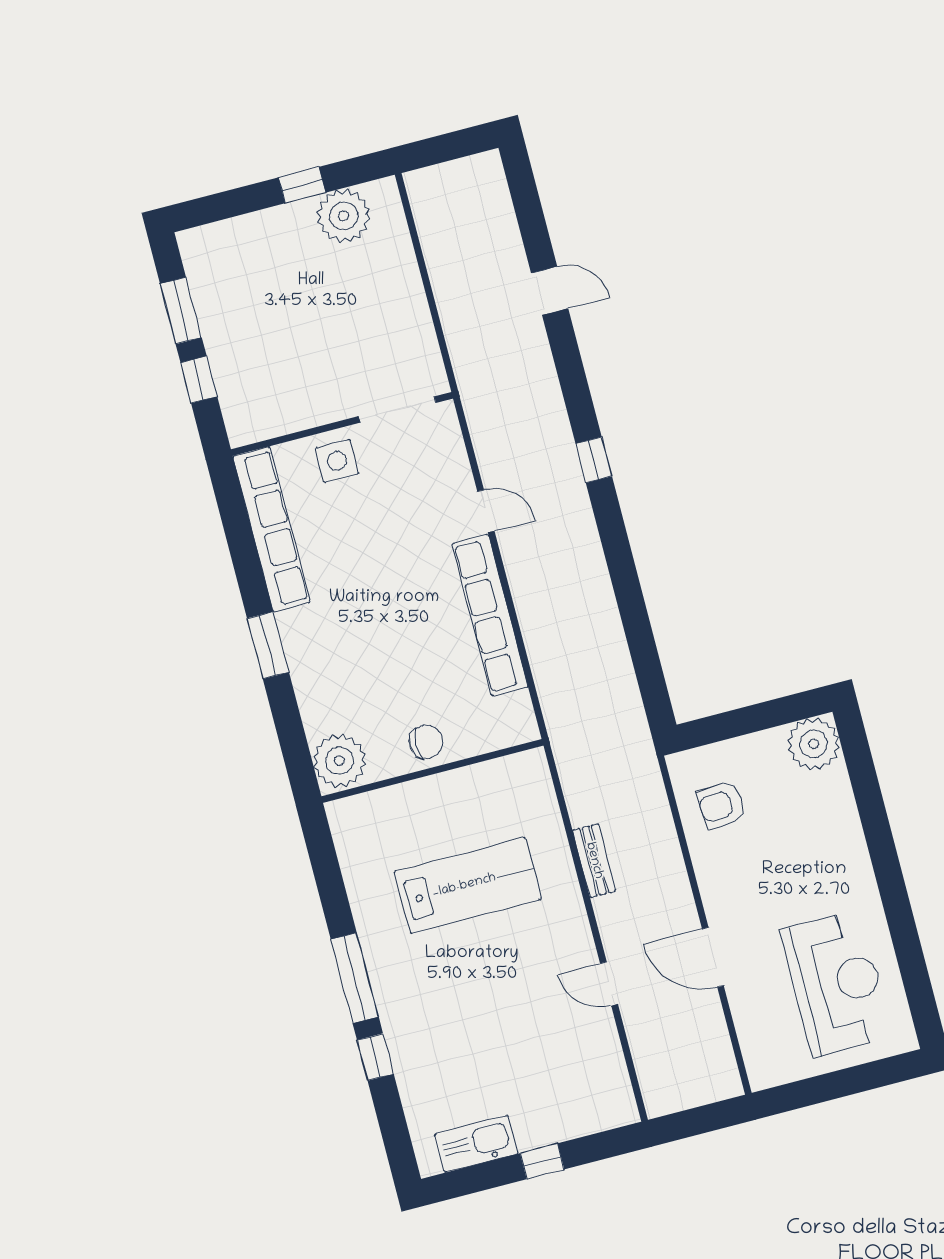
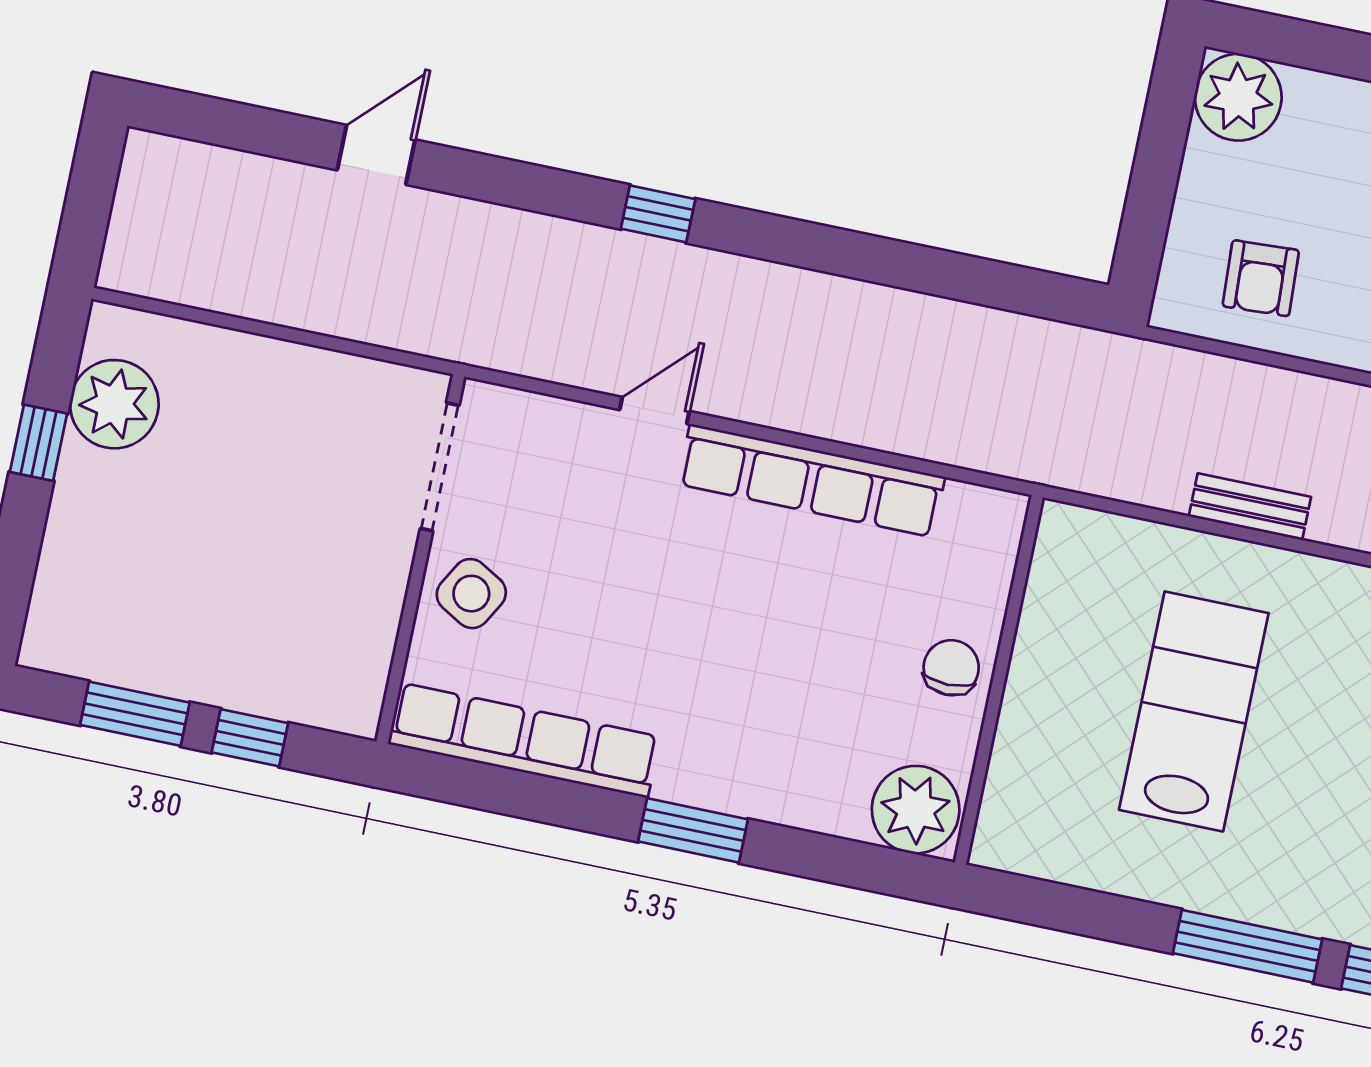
side table: (337, 461) -> (471, 594), turned 30

